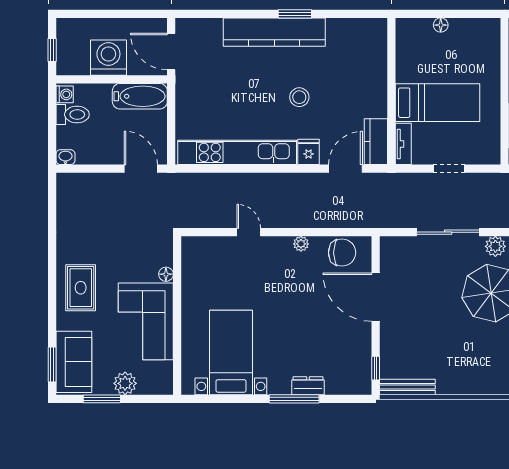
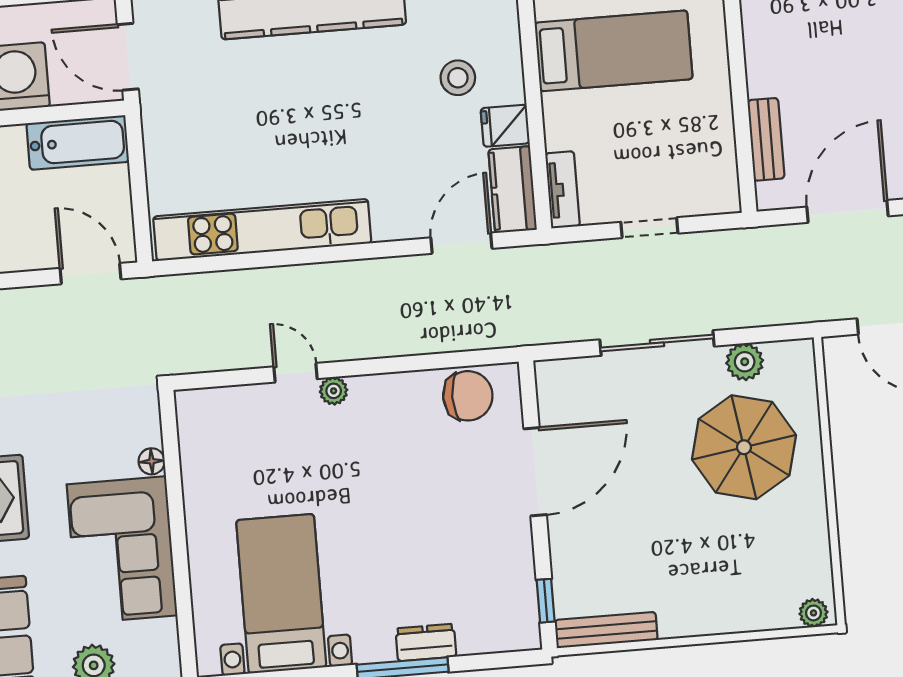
stool: (299, 97) -> (458, 78), moved
bed: (437, 103) -> (614, 51), moved
fridge: (309, 152) -> (505, 126), moved, turned -90
plant: (301, 244) -> (334, 391), moved
door: (376, 297) -> (535, 472), swing flipped

